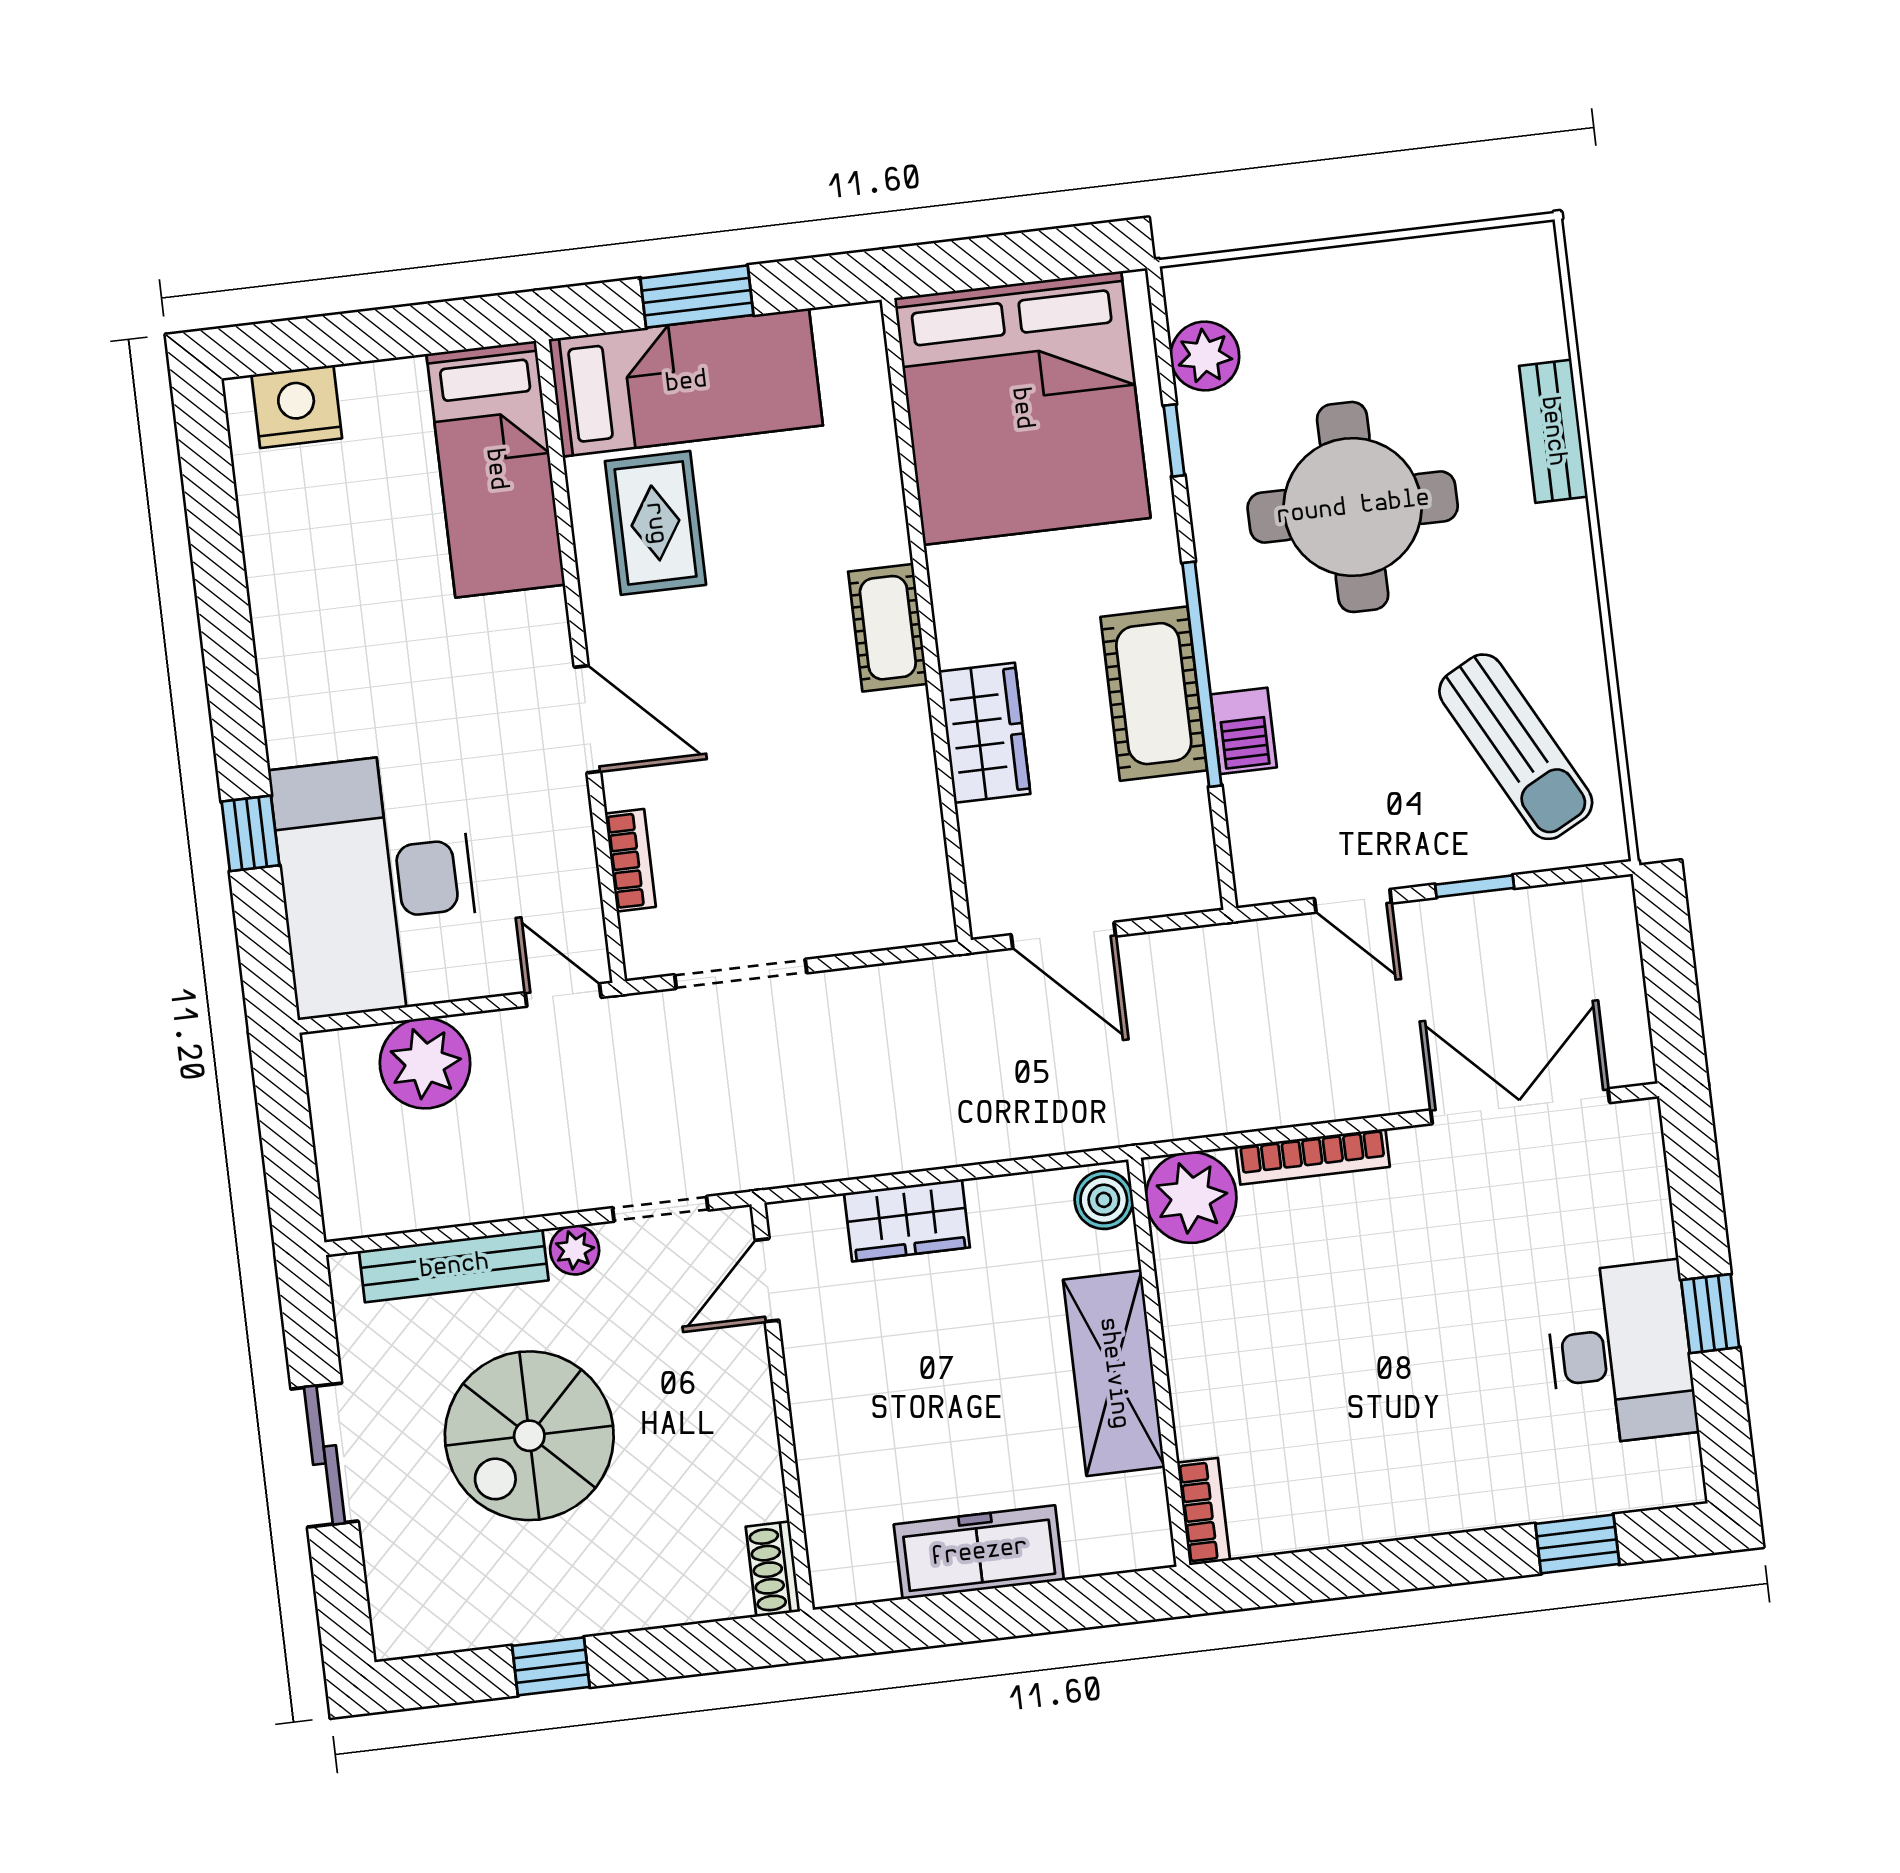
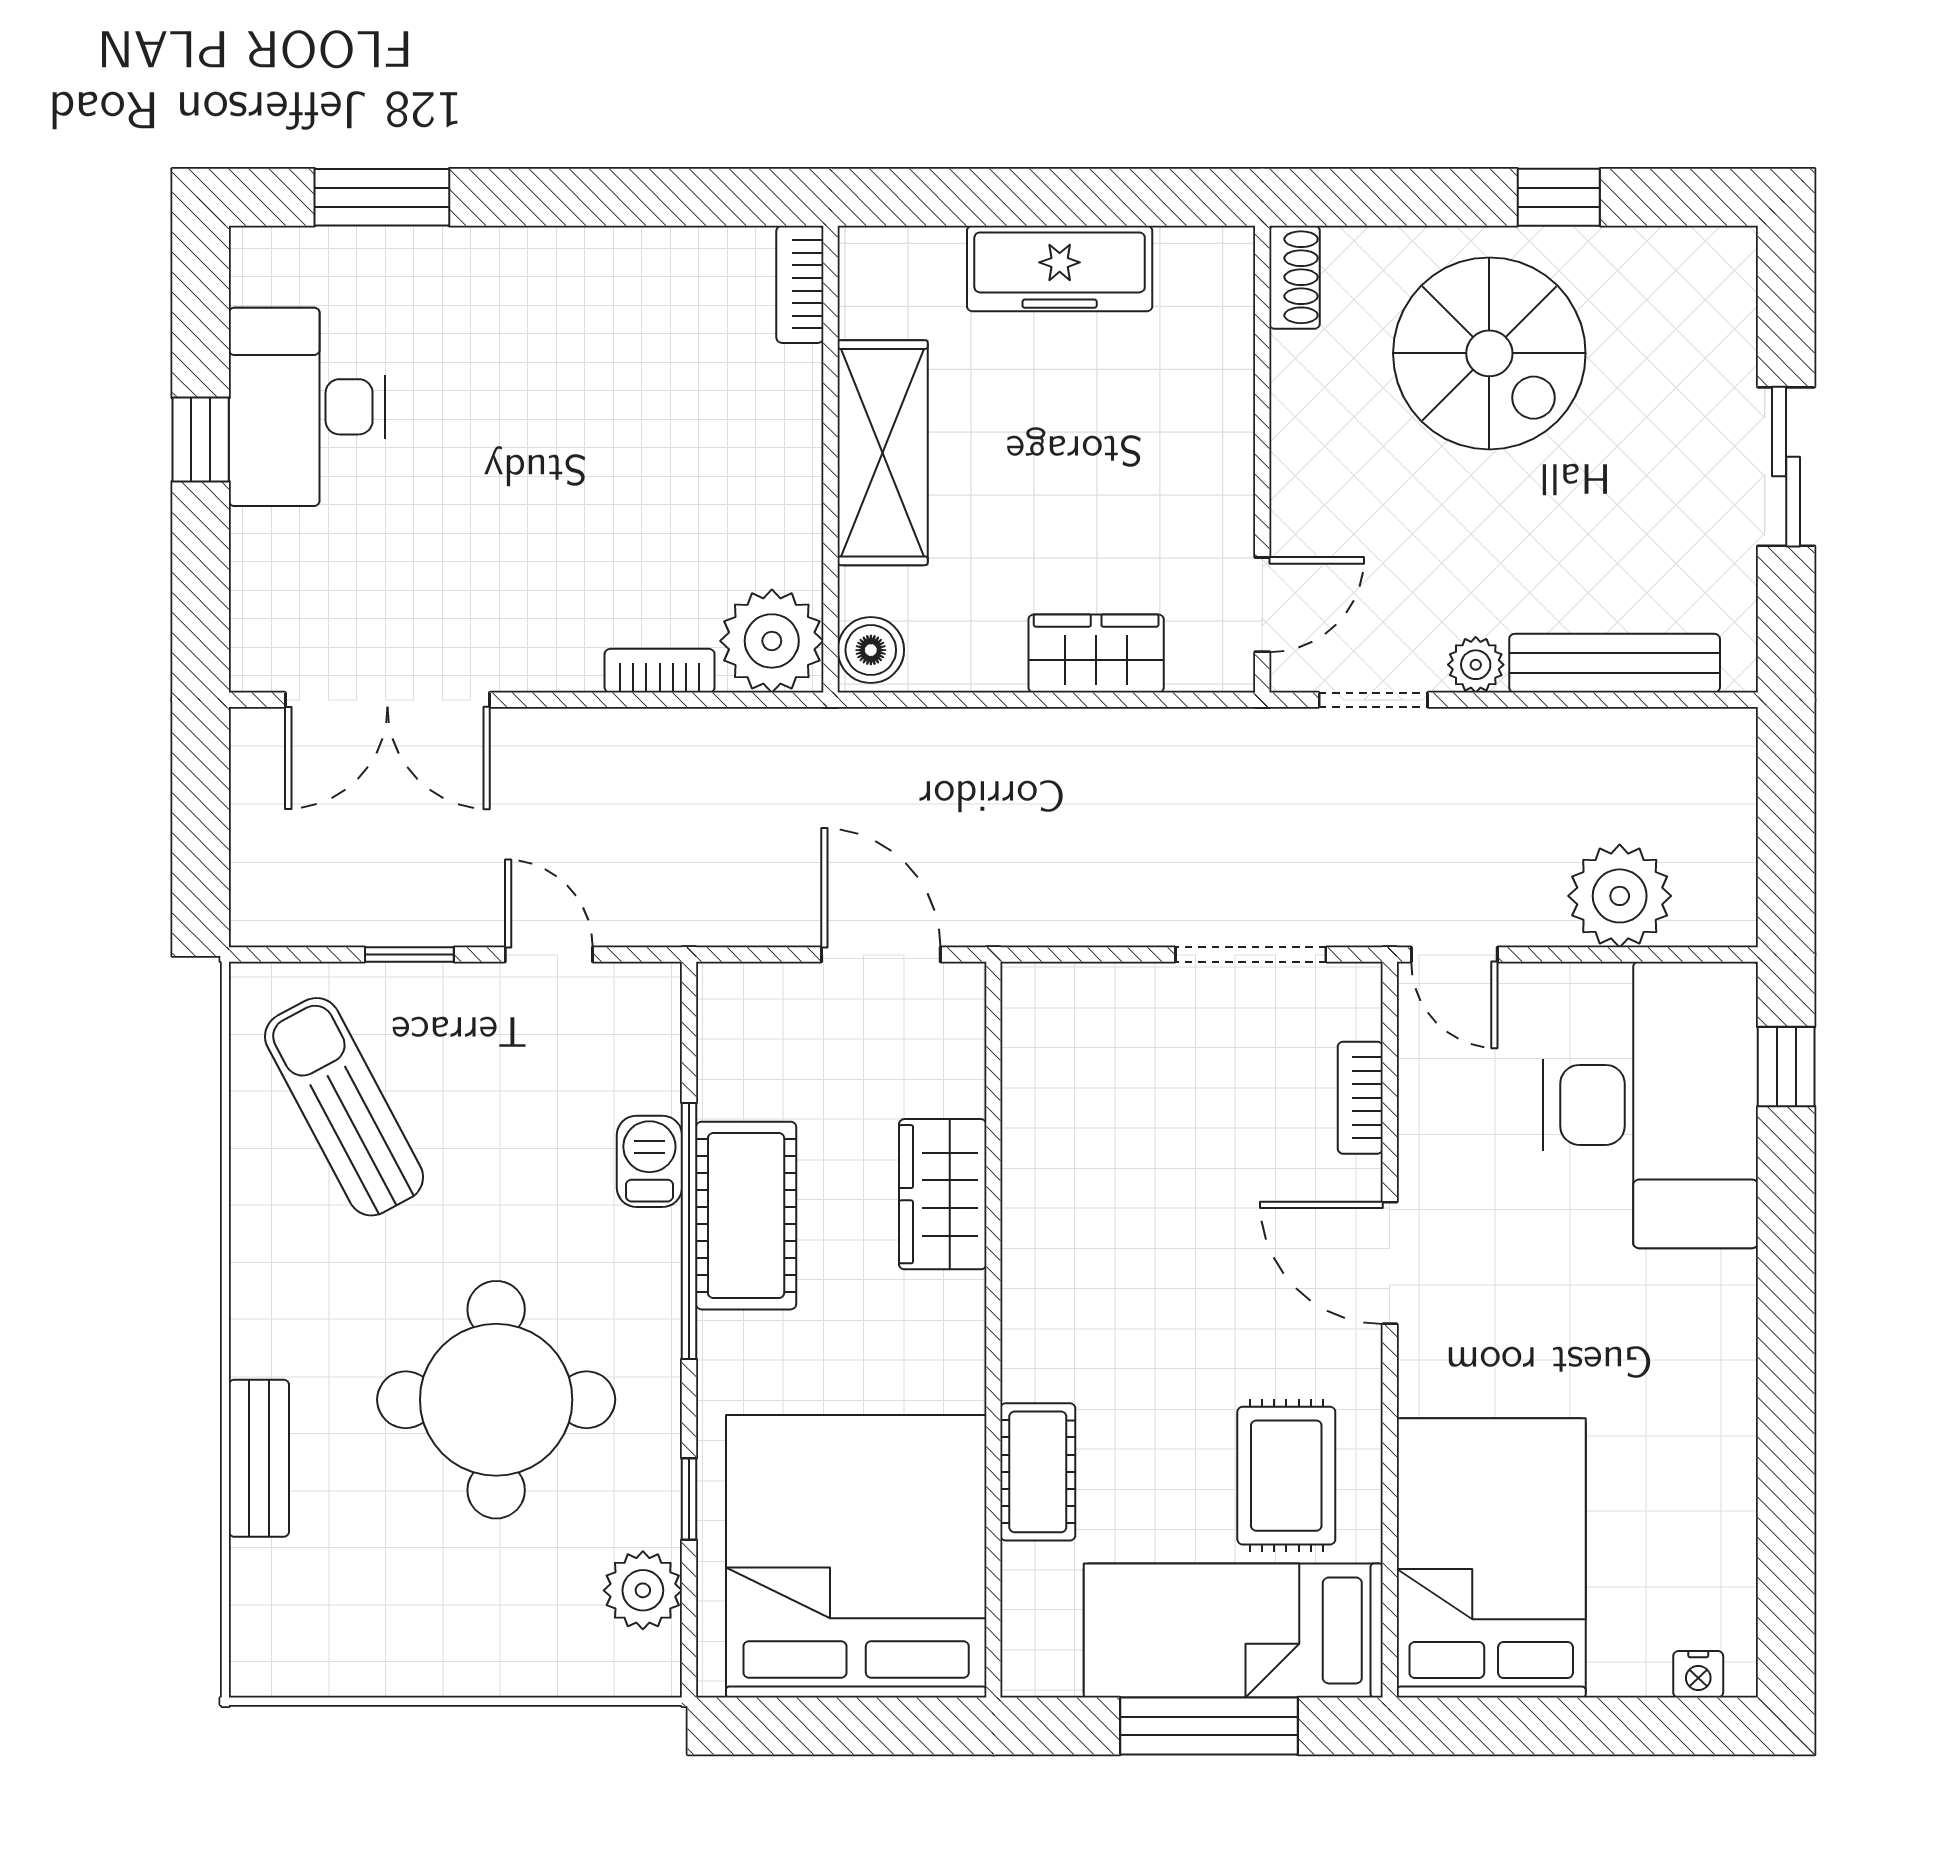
window: (697, 297) -> (1209, 1726), width x1.44
nightstand: (297, 407) -> (1698, 1674), width x0.53, depth x0.56
bed: (496, 469) -> (1491, 1558), width x1.50
cot: (888, 628) -> (1038, 1472), moved
window: (250, 833) -> (1786, 1067), moved
bookcase: (1313, 1157) -> (660, 671), width x0.64
spiral stairs: (529, 1436) -> (1489, 353), moved, turned 90
window: (1577, 1544) -> (382, 197), width x1.50

